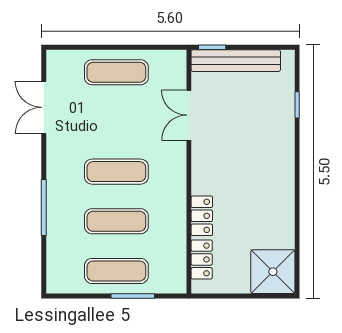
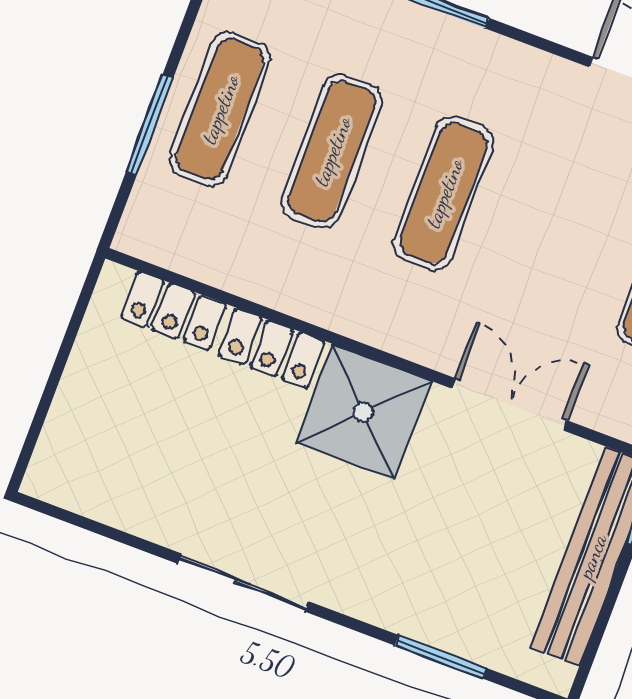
window: (297, 105) -> (441, 657), width x1.50
sliding door: (297, 193) -> (243, 582), added
shower: (273, 272) -> (363, 412), moved

